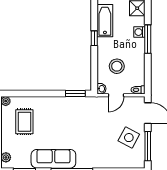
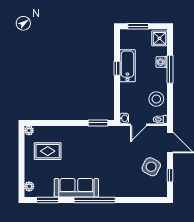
bathtub: (105, 21) -> (127, 66), moved
stool: (117, 66) -> (156, 99), moved
rug: (24, 122) -> (48, 151), turned 90
window: (148, 146) -> (170, 175), width x0.46

